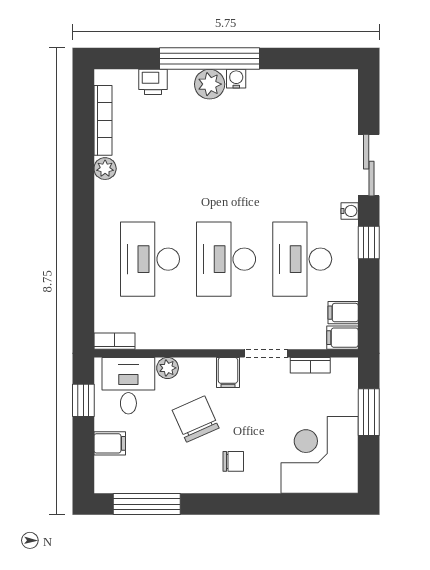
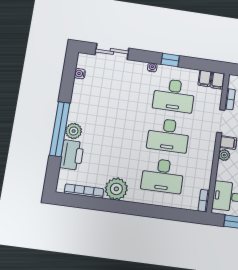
water cooler: (236, 79) -> (80, 74), moved
printer: (153, 82) -> (72, 155), width x1.87, depth x1.48
sliding door: (369, 165) -> (112, 51), moved
plant: (105, 169) -> (116, 189), width x1.88, depth x1.88
plant: (168, 368) -> (224, 155), moved

